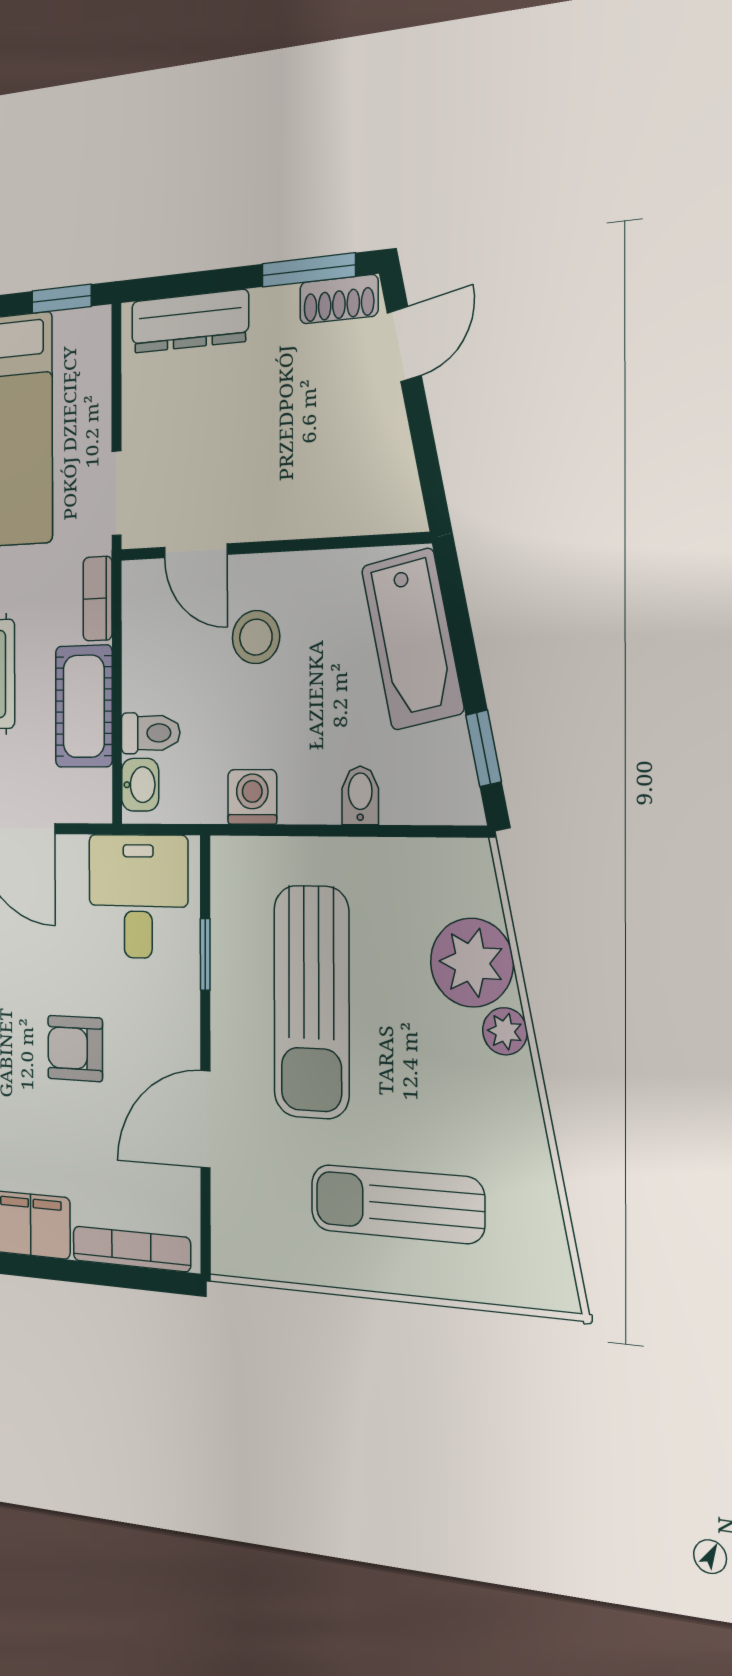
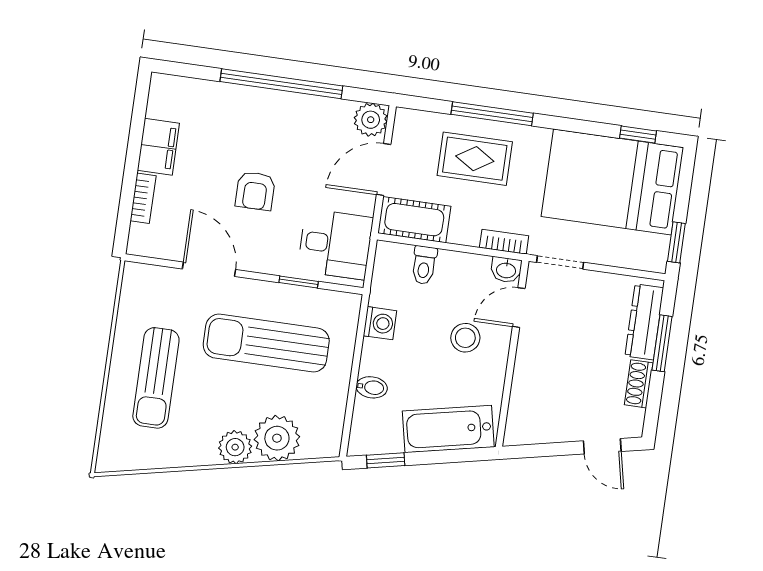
window: (309, 270) -> (662, 343), moved
shoe rack: (339, 299) -> (639, 384), moved
cot: (84, 706) -> (414, 220), moved
washbasin: (140, 785) -> (506, 270), moved
plant: (505, 1031) -> (235, 447), width x1.38, depth x1.38
armchair: (75, 1048) -> (255, 191), turned 180
sun lounger: (397, 1204) -> (156, 378), turned 180
bookcase: (131, 1249) -> (143, 198), width x0.64

